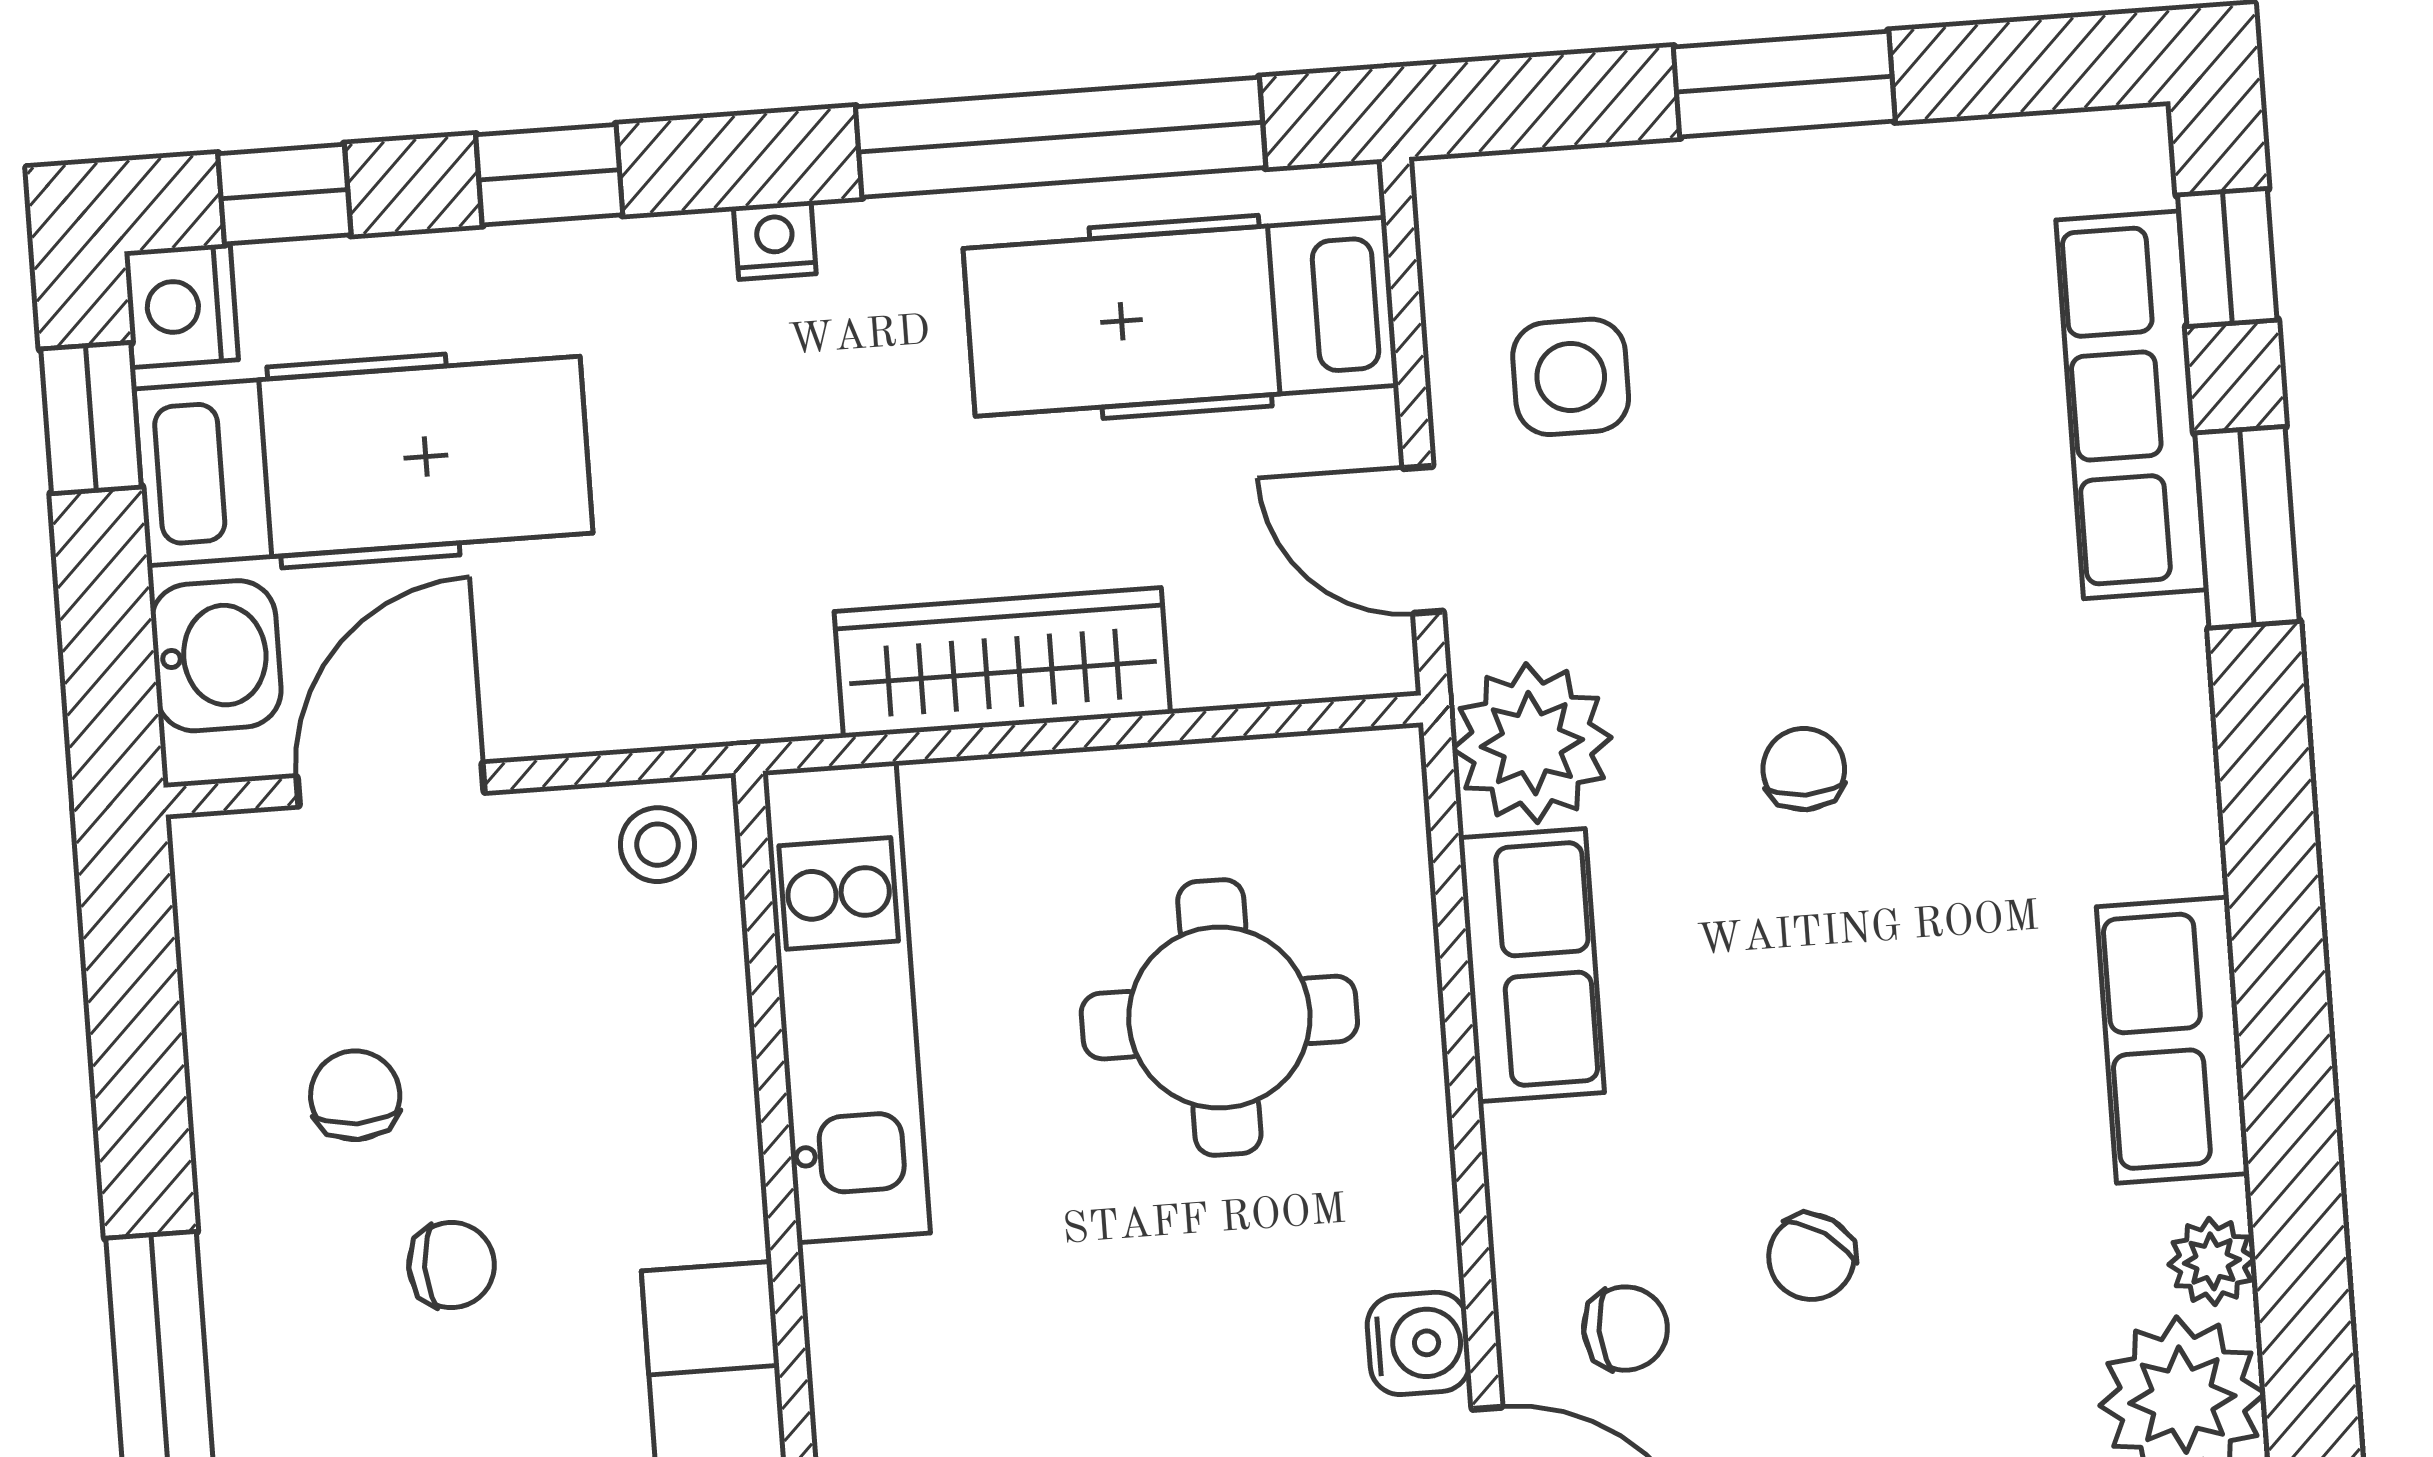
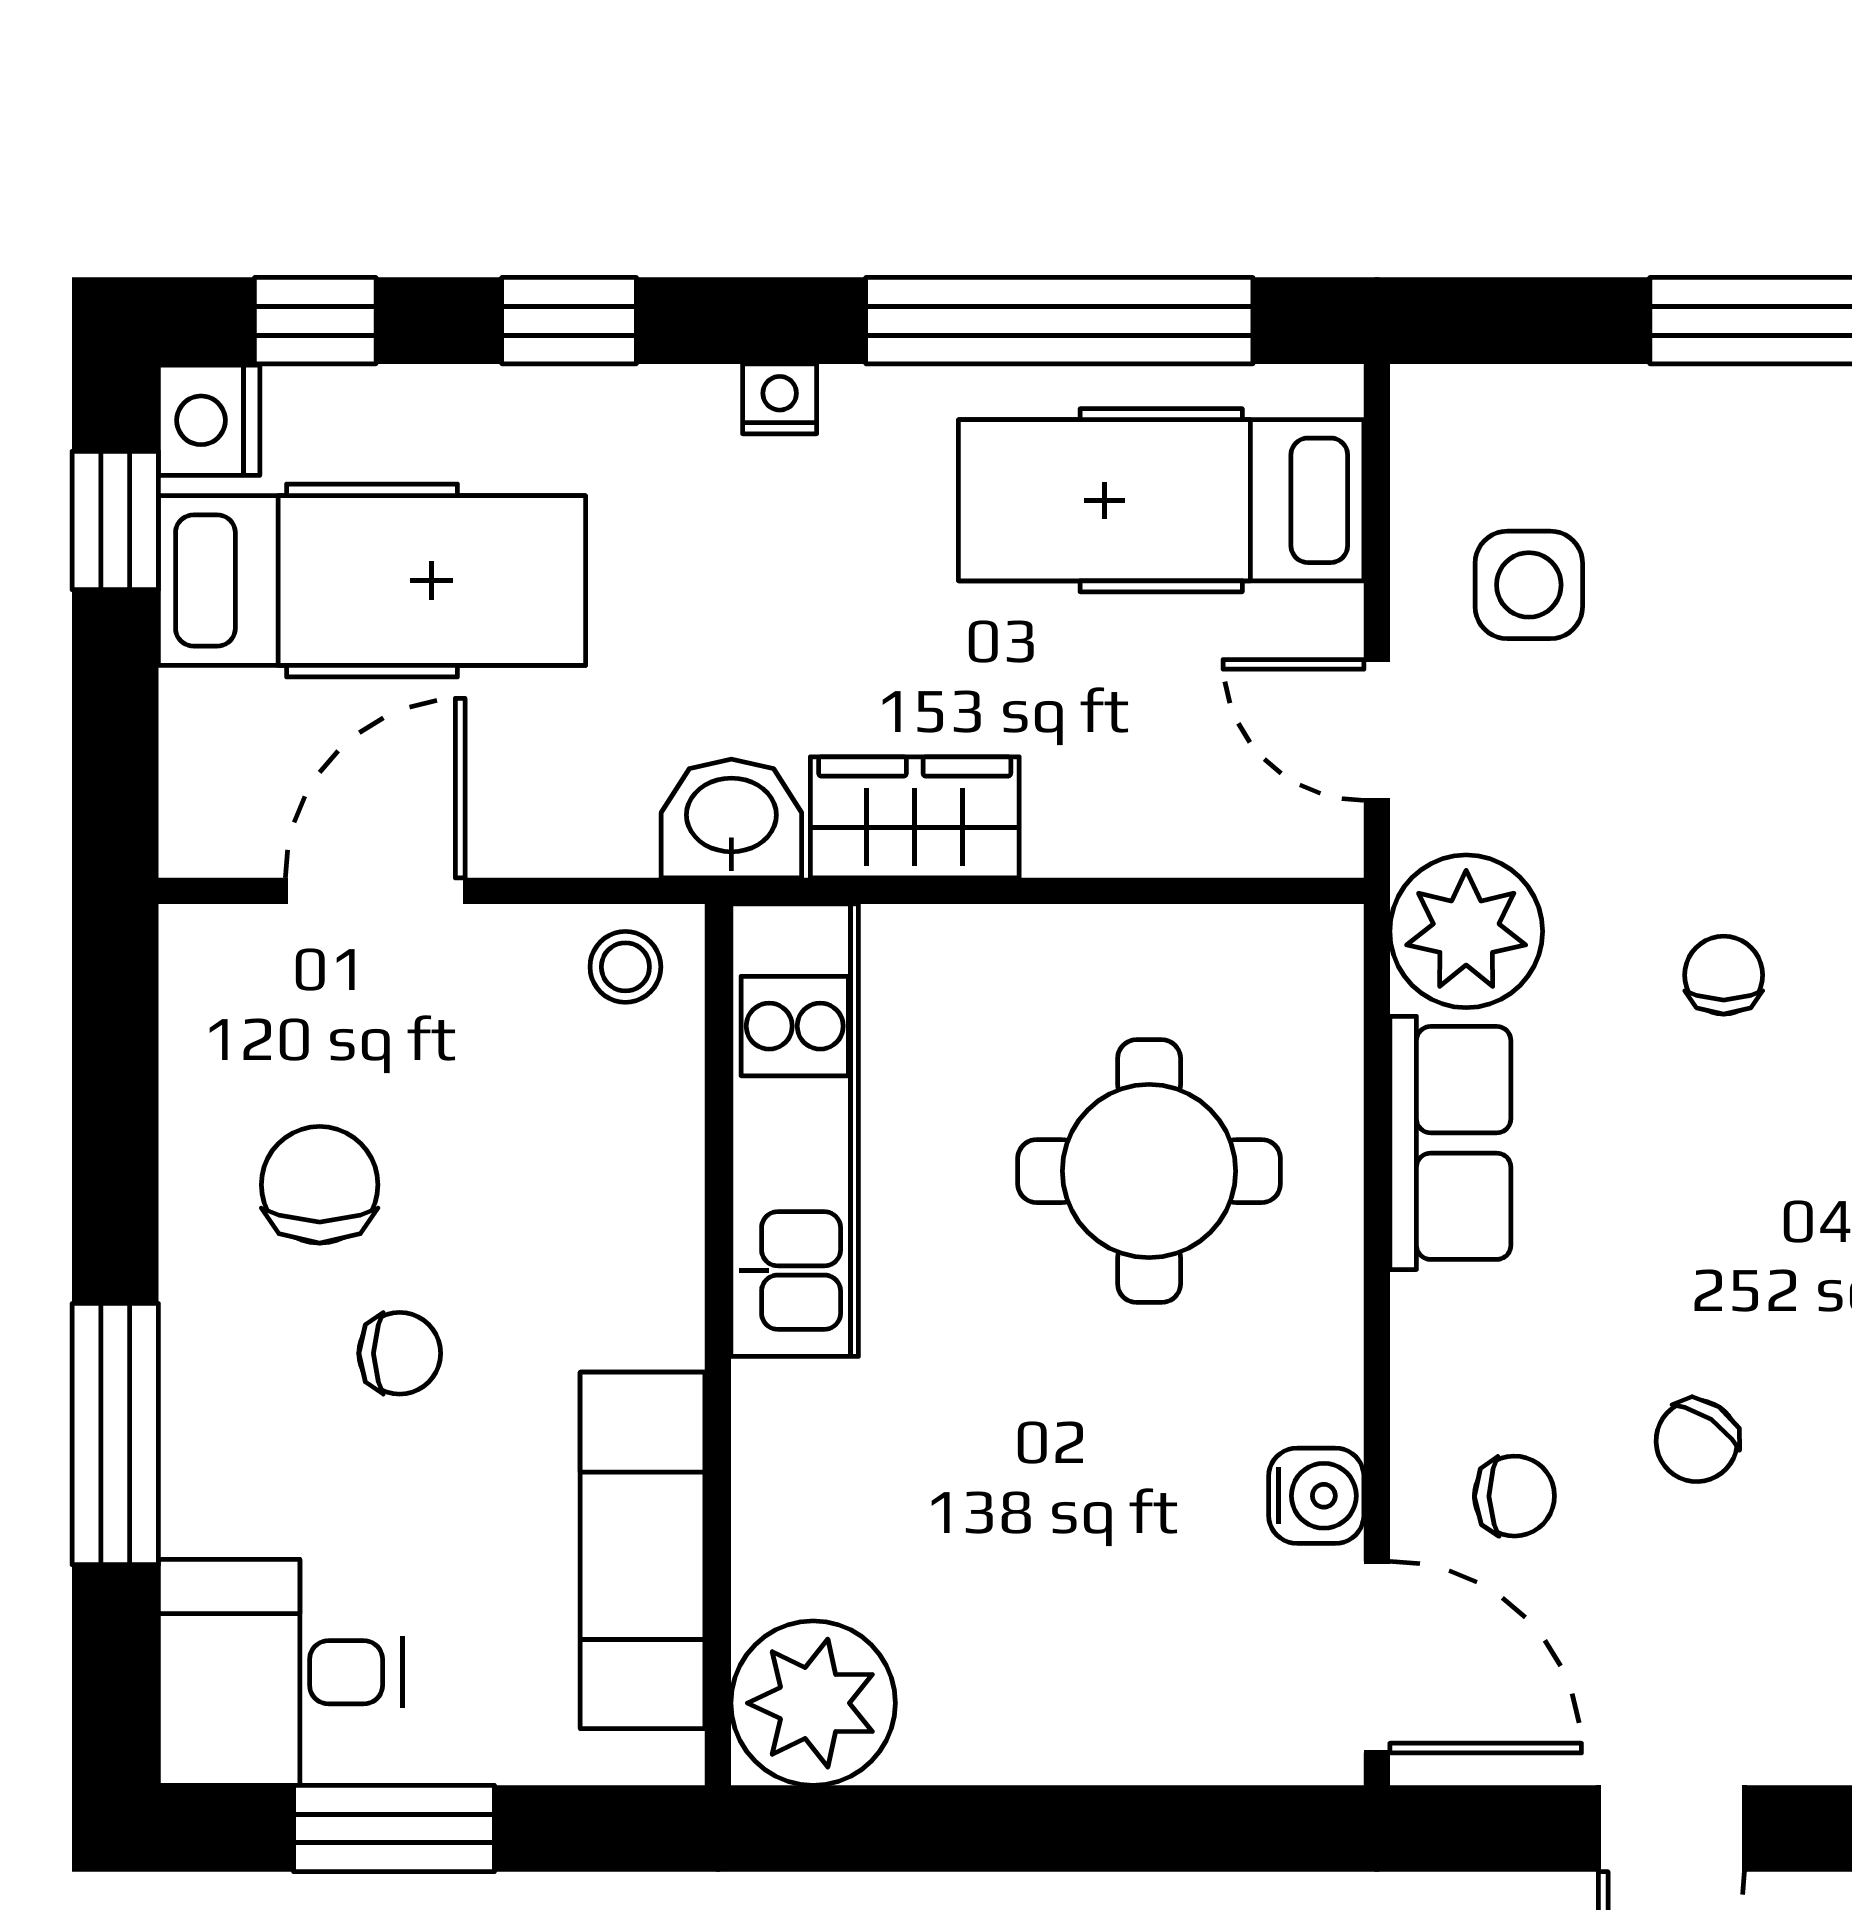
washbasin: (216, 656) -> (731, 819), moved, turned -90
wardrobe: (1002, 663) -> (915, 817), width x0.67
chair: (355, 1095) -> (320, 1185), width x1.37, depth x1.37

